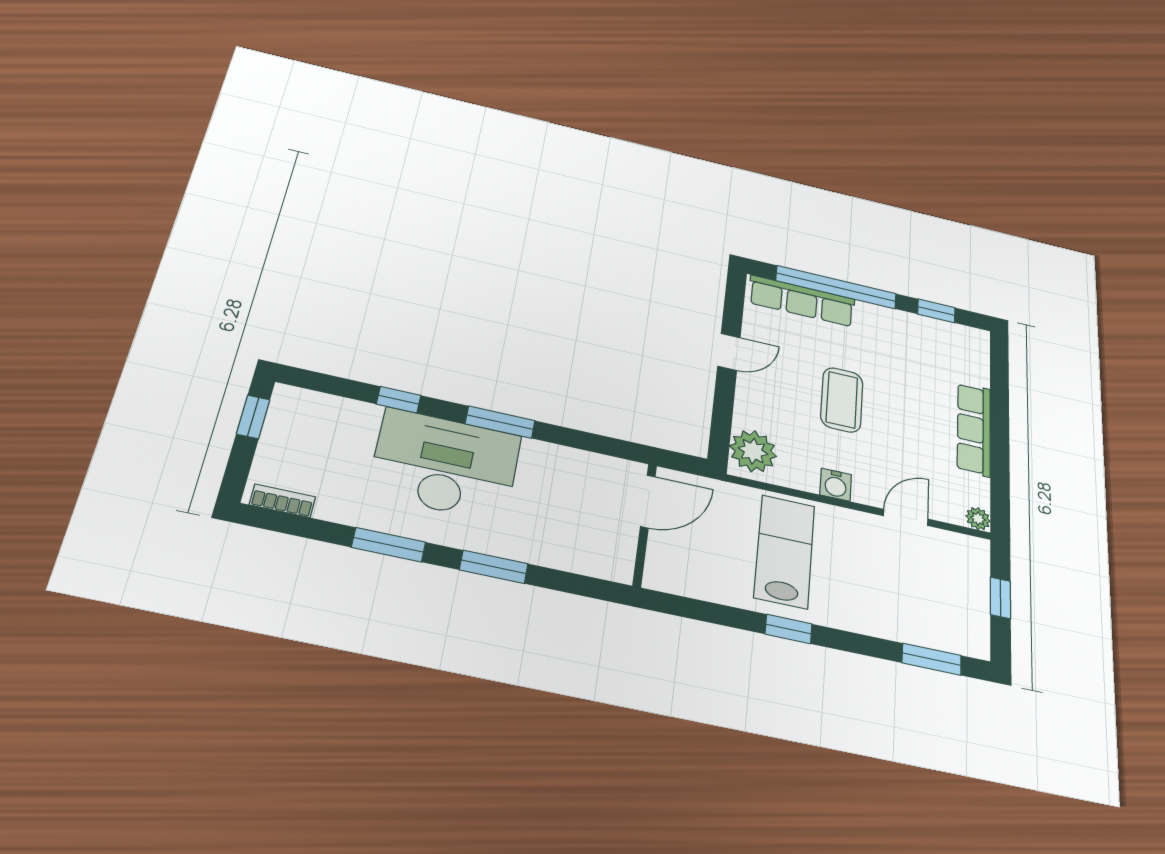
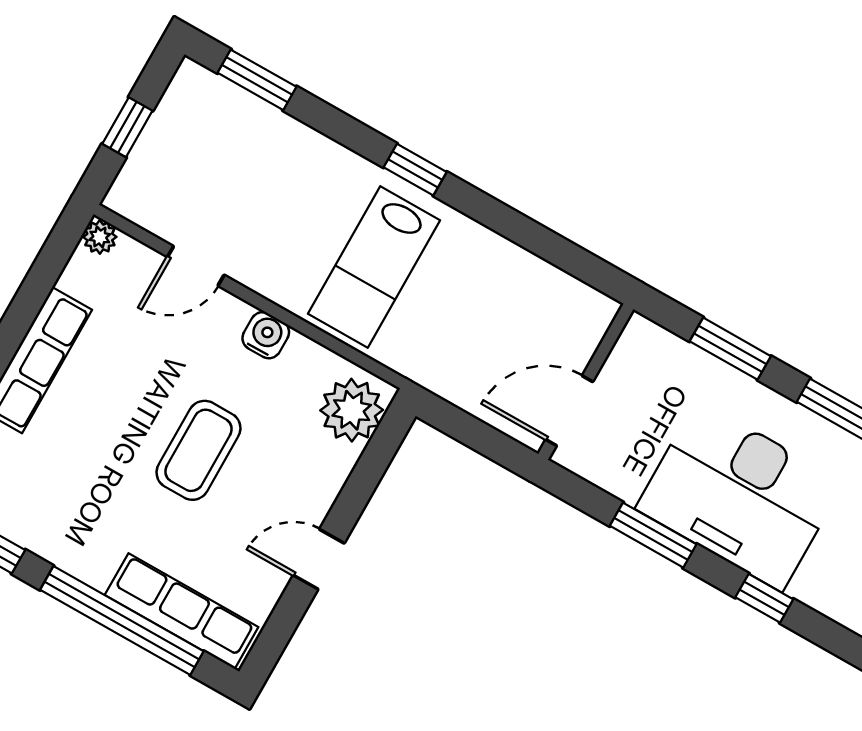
door: (648, 501) -> (569, 411), moved
wall: (645, 525) -> (586, 382), moved

